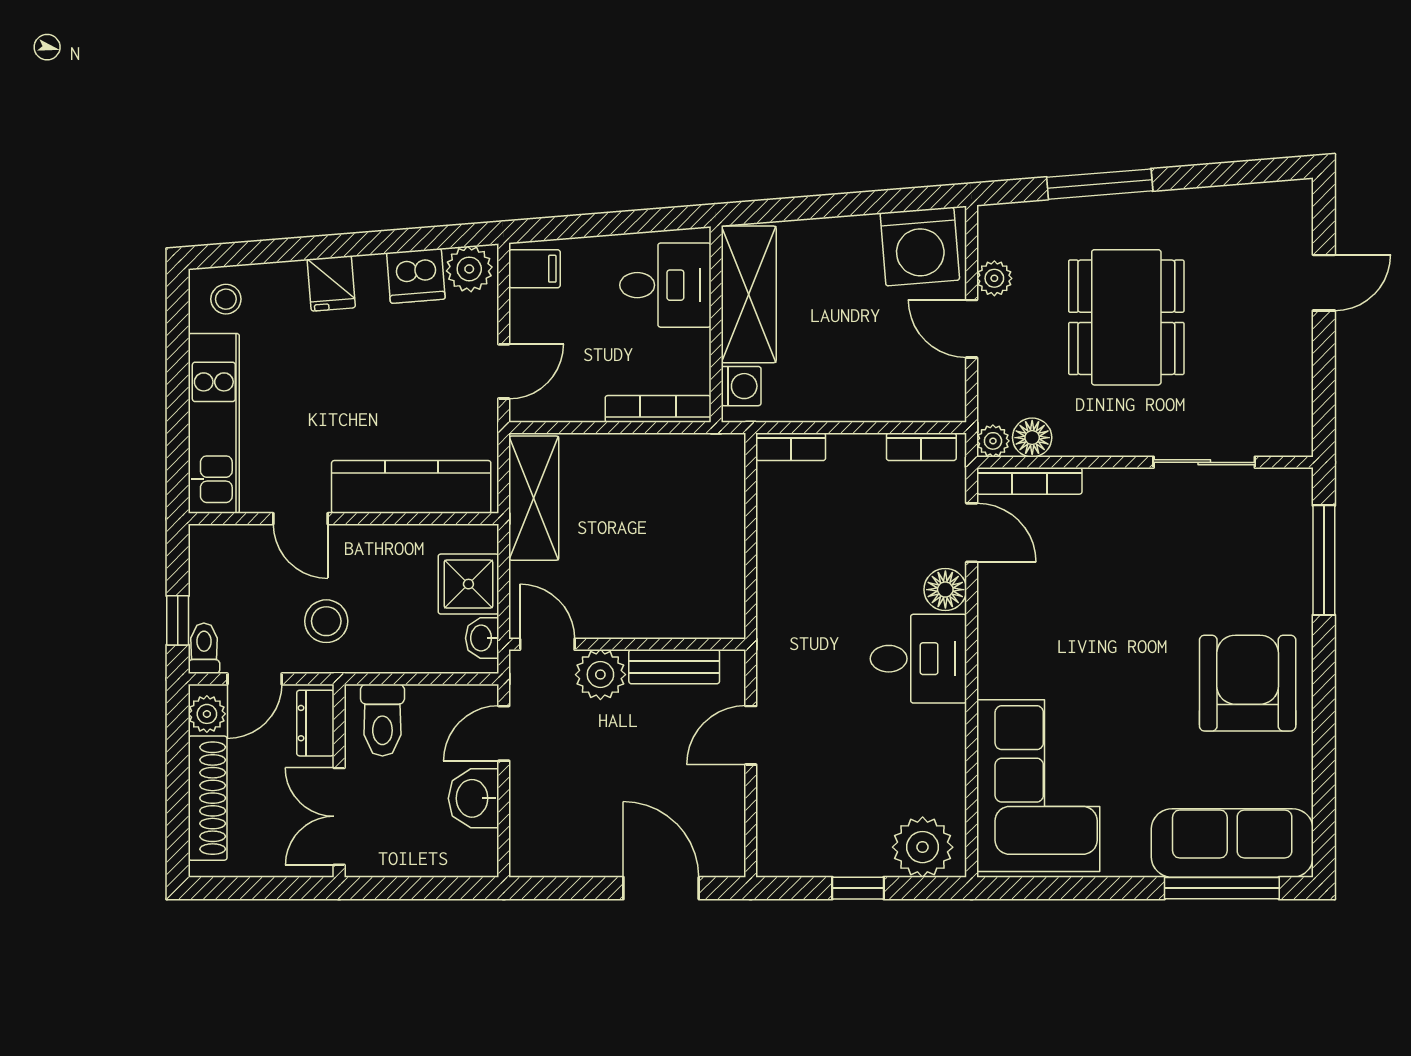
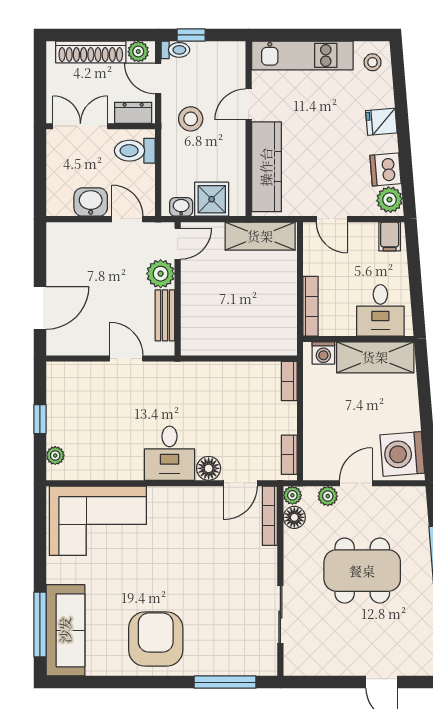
plant: (994, 278) -> (328, 496), moved
armchair: (1248, 683) -> (156, 639), turned -90
plant: (923, 847) -> (55, 456), width x0.53, depth x0.53

